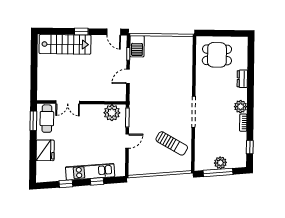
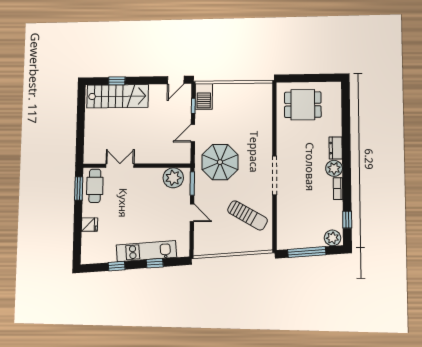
window: (81, 31) -> (117, 81), moved
door: (114, 32) -> (176, 80), hinge flipped
dresser: (242, 79) -> (336, 148), moved
parasol: (150, 100) -> (220, 162), added
double door: (68, 102) -> (120, 166), swing flipped
door: (127, 141) -> (192, 213), hinge flipped
fridge: (45, 150) -> (89, 225), width x0.53, depth x0.75
plant: (220, 163) -> (332, 238), moved

